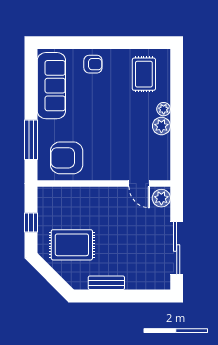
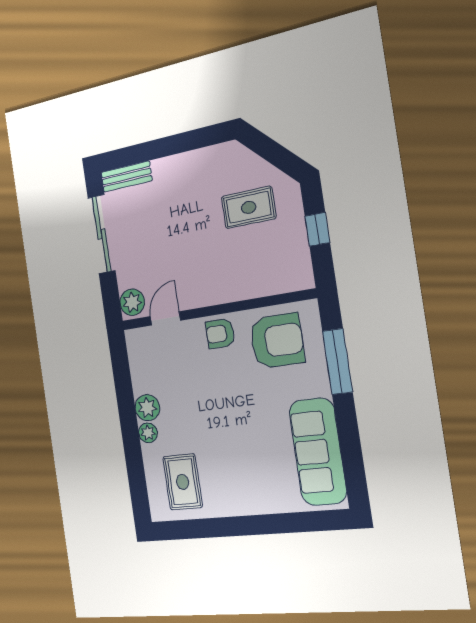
armchair: (93, 64) -> (220, 334), moved
door: (139, 184) -> (165, 318), hinge flipped
rug: (72, 245) -> (249, 207), width x0.73, depth x0.70
bench: (106, 283) -> (126, 177), moved

